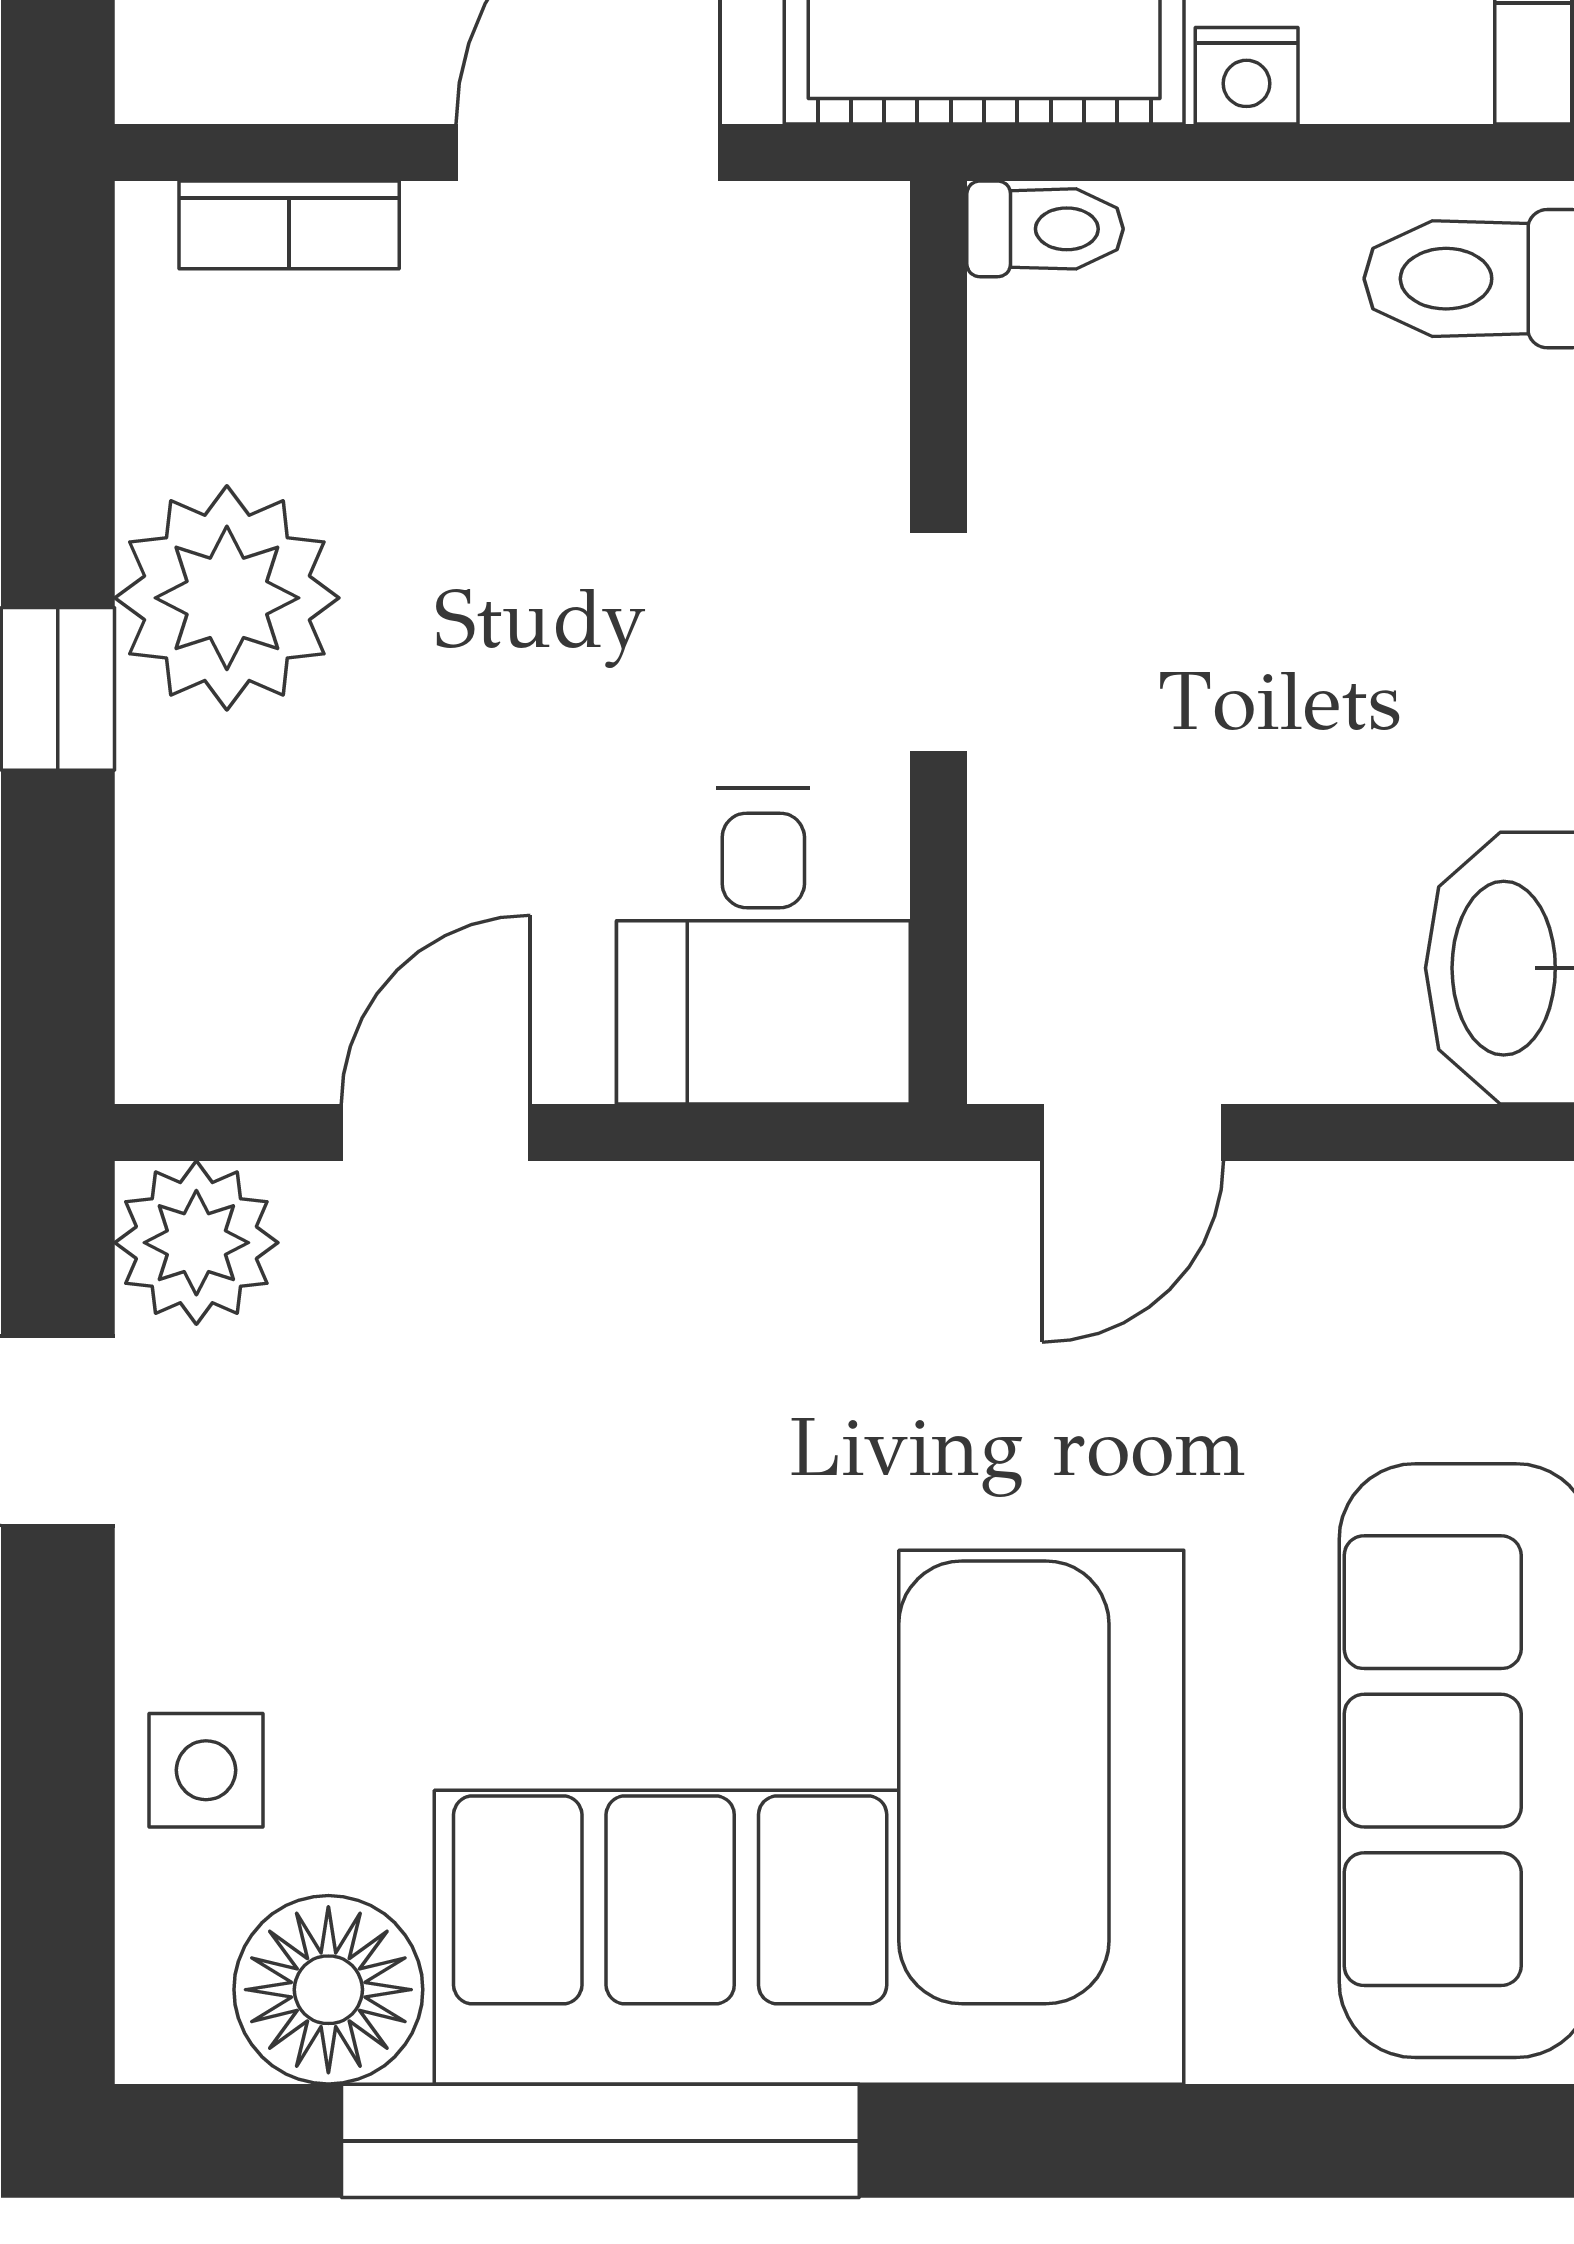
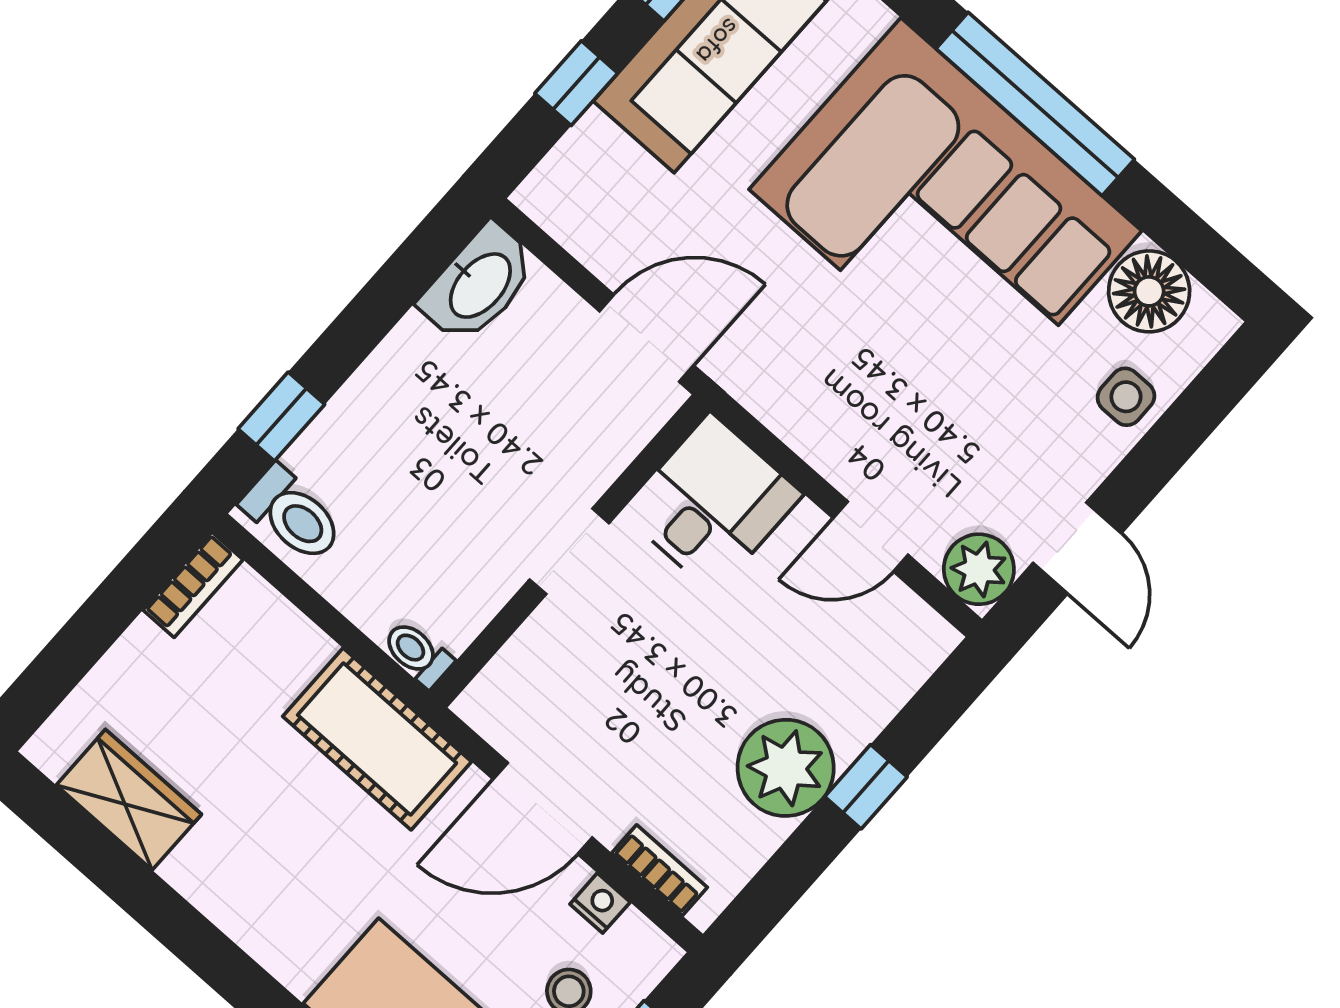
nightstand: (1247, 76) -> (600, 903), moved
door: (1133, 1132) -> (646, 338), width x1.38
window: (600, 2141) -> (1035, 104), moved

